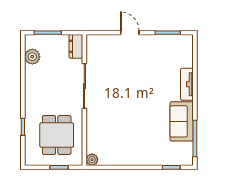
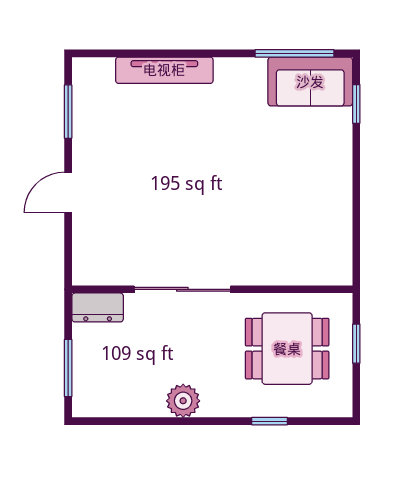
plant: (32, 57) -> (183, 401), moved
tv unit: (187, 84) -> (164, 70), width x1.41
sofa: (182, 121) -> (310, 82), moved
plant: (92, 160) -> (340, 273), removed

